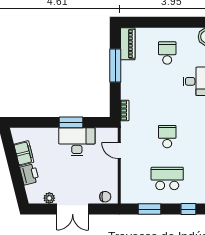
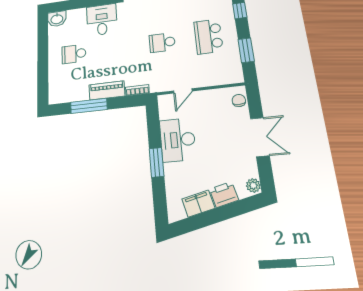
piano: (128, 44) -> (107, 90), moved
window: (71, 122) -> (157, 162), moved
plant: (49, 198) -> (253, 185), moved

